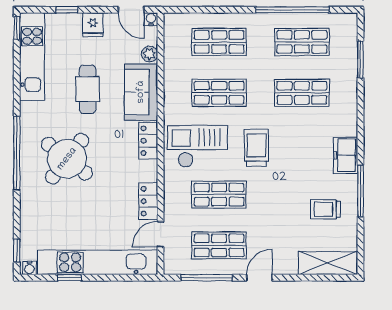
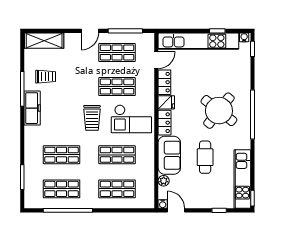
fridge: (93, 25) -> (166, 102), moved, turned 90
freezer: (346, 155) -> (32, 108), width x1.40

